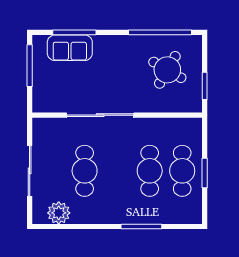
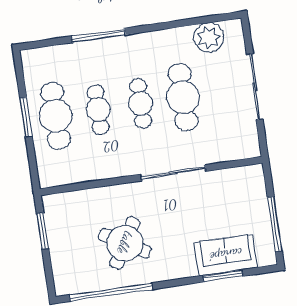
window: (74, 32) -> (223, 276), width x0.69
round table: (167, 70) -> (125, 243), moved
sliding door: (100, 115) -> (173, 173), width x0.73
cafe table: (117, 171) -> (141, 103), added
cafe table: (150, 171) -> (98, 110), width x0.73, depth x0.74

